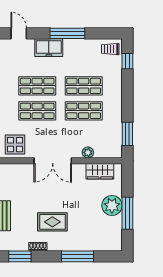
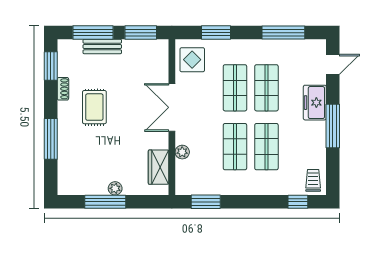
plant: (112, 206) -> (115, 188), width x0.53, depth x0.53

